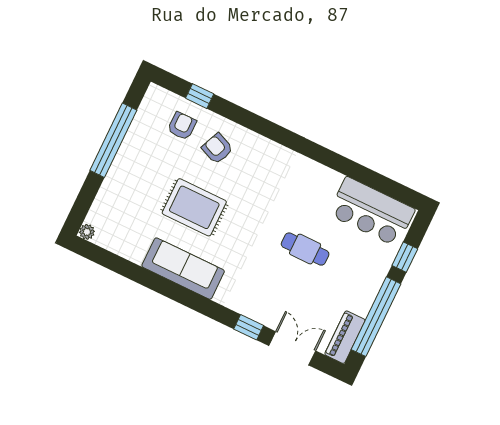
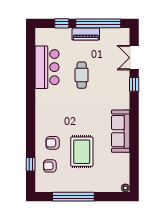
armchair: (217, 149) -> (53, 143), turned 67
rug: (194, 207) -> (82, 152), moved
bar counter: (372, 212) -> (47, 67), moved
piano: (345, 337) -> (86, 34), moved

